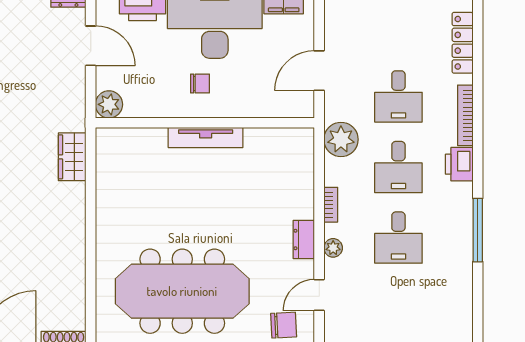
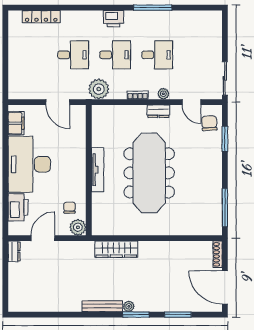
chair: (200, 84) -> (70, 208), moved
bookcase: (465, 115) -> (84, 15), removed
wardrobe: (72, 157) -> (116, 249), width x1.50
meeting table: (182, 291) -> (149, 173), moved

